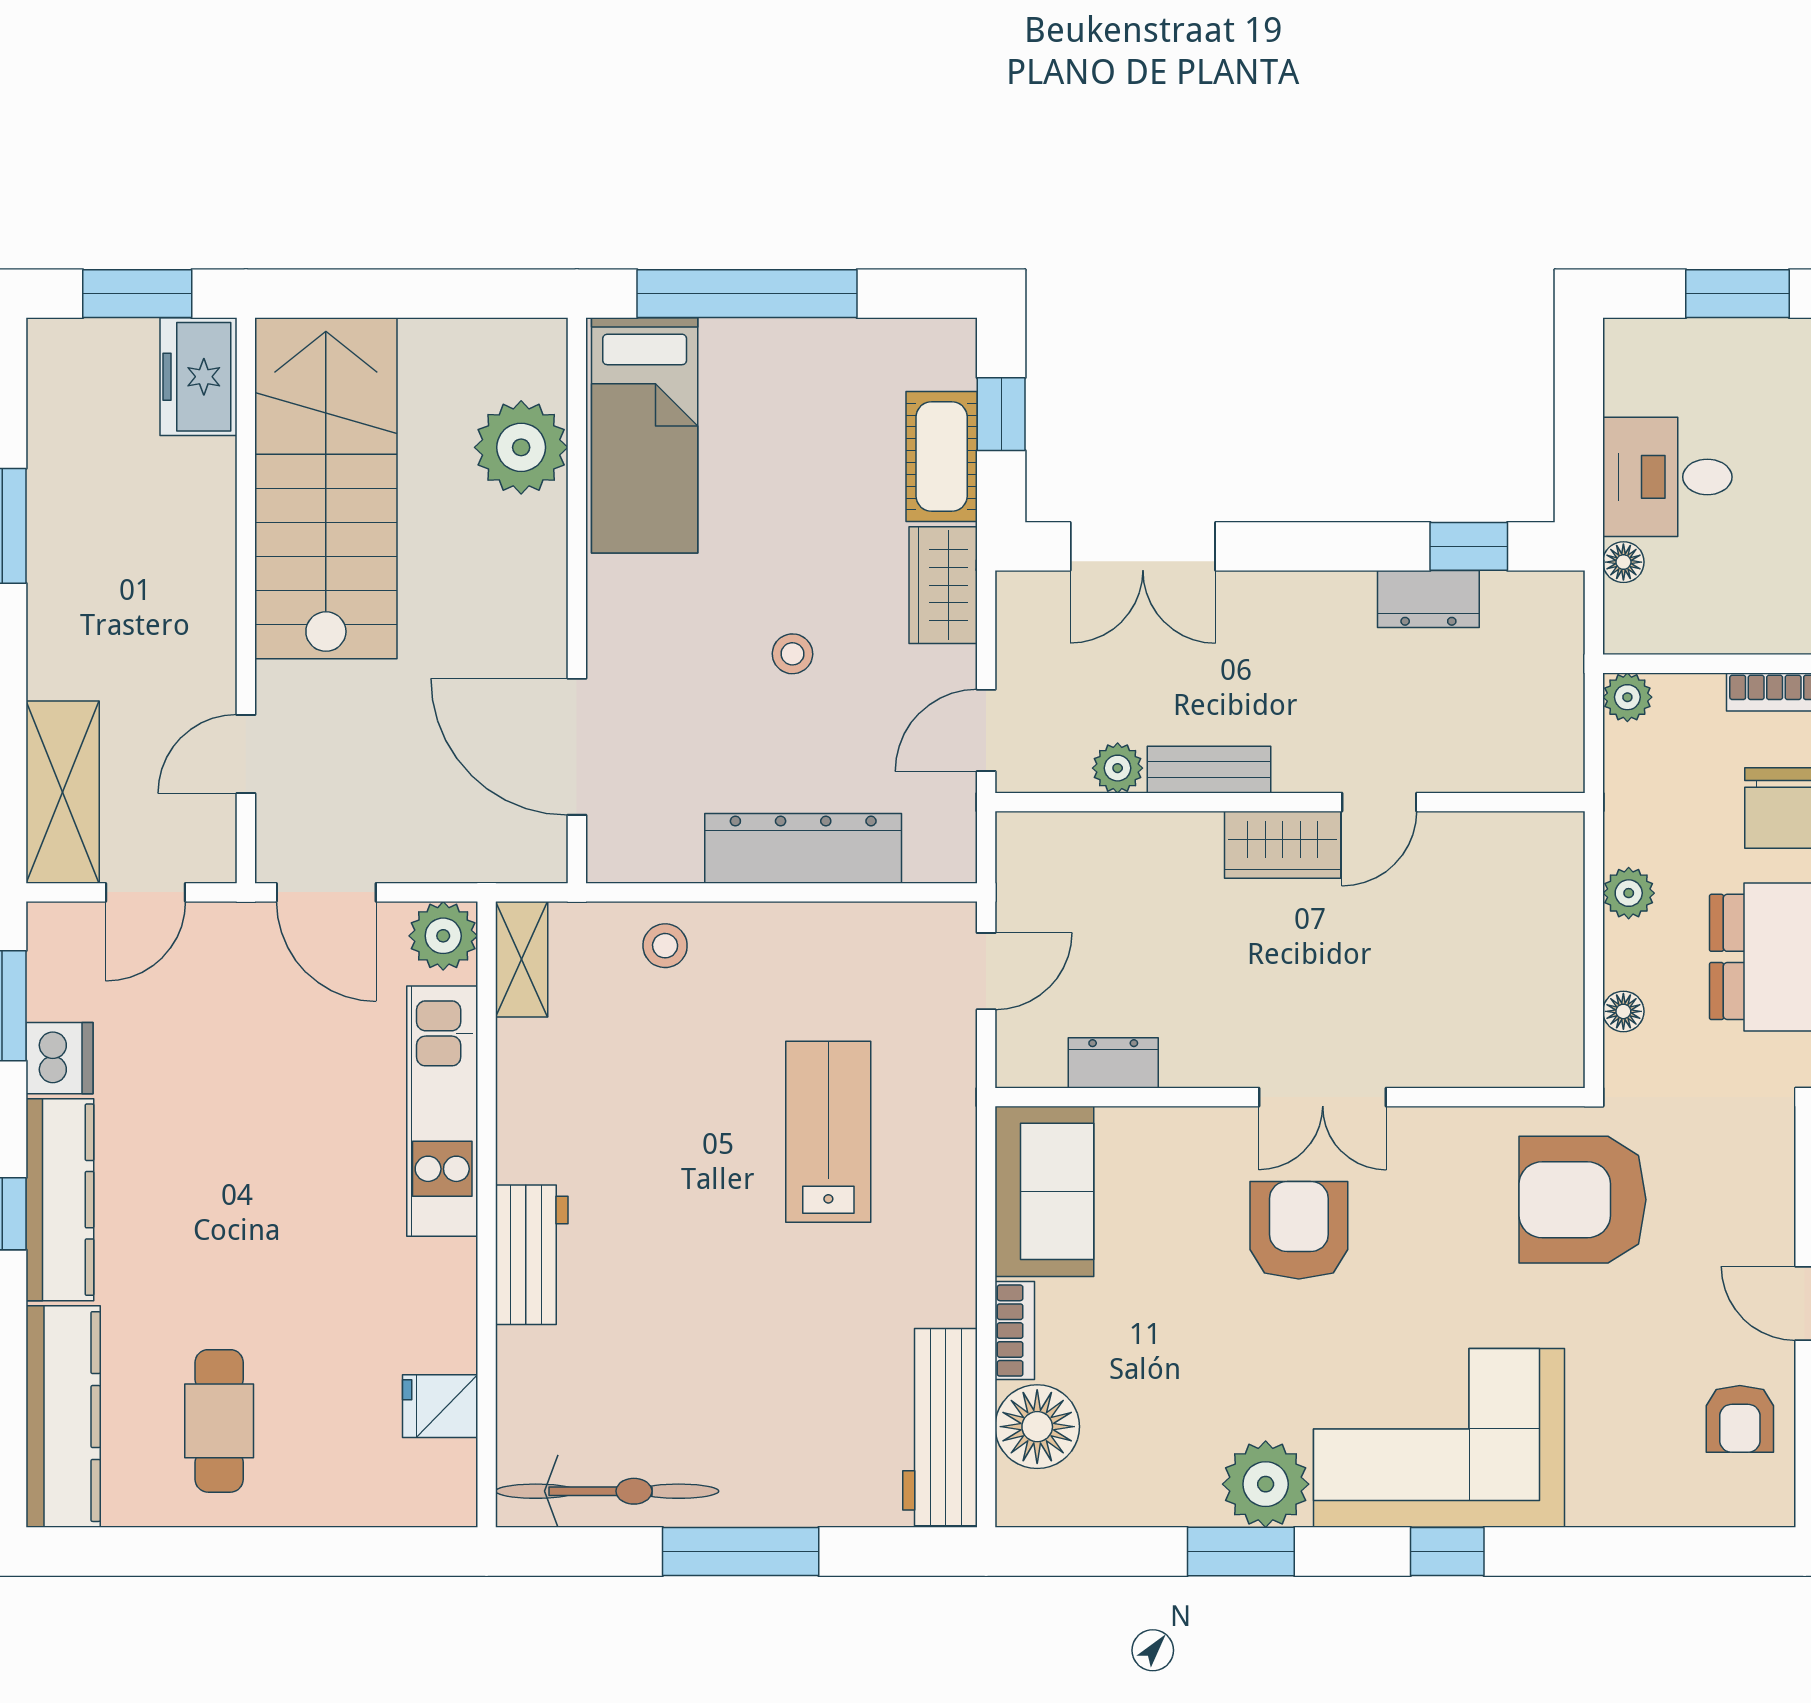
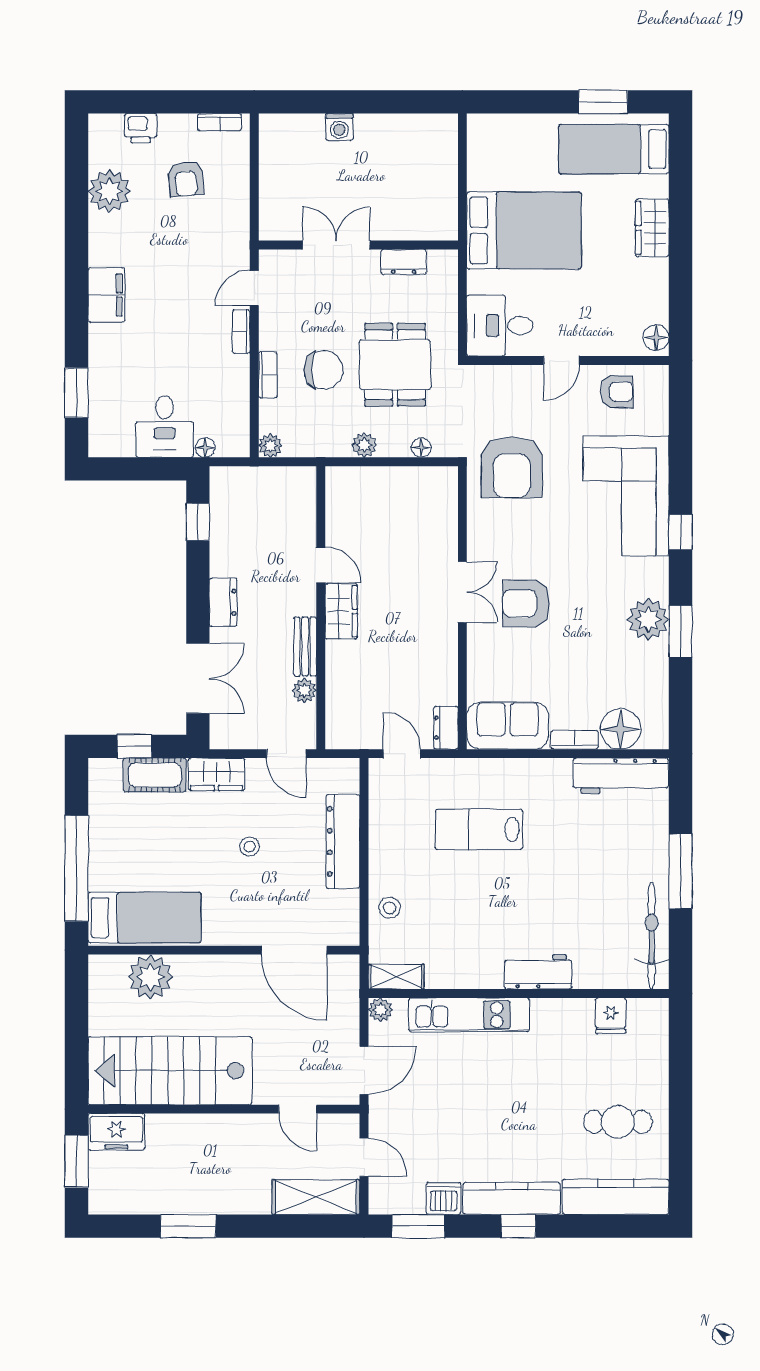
dresser: (1428, 599) -> (223, 602), moved
door: (577, 747) -> (294, 950), hinge flipped
plant: (443, 936) -> (380, 1010), width x0.73, depth x0.73
dresser: (1113, 1063) -> (446, 728), moved
corner sofa: (1439, 1438) -> (626, 496), moved

